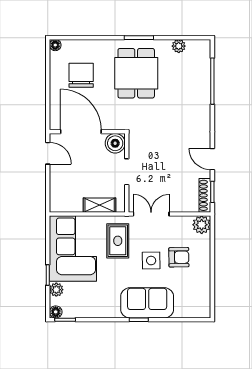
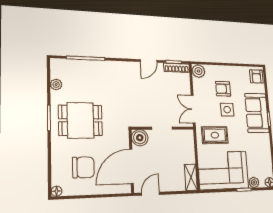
chair: (81, 75) -> (83, 167), turned 180
shelving: (100, 205) -> (191, 177), moved
armchair: (179, 257) -> (223, 89), turned -89
armchair: (197, 307) -> (256, 77), added

